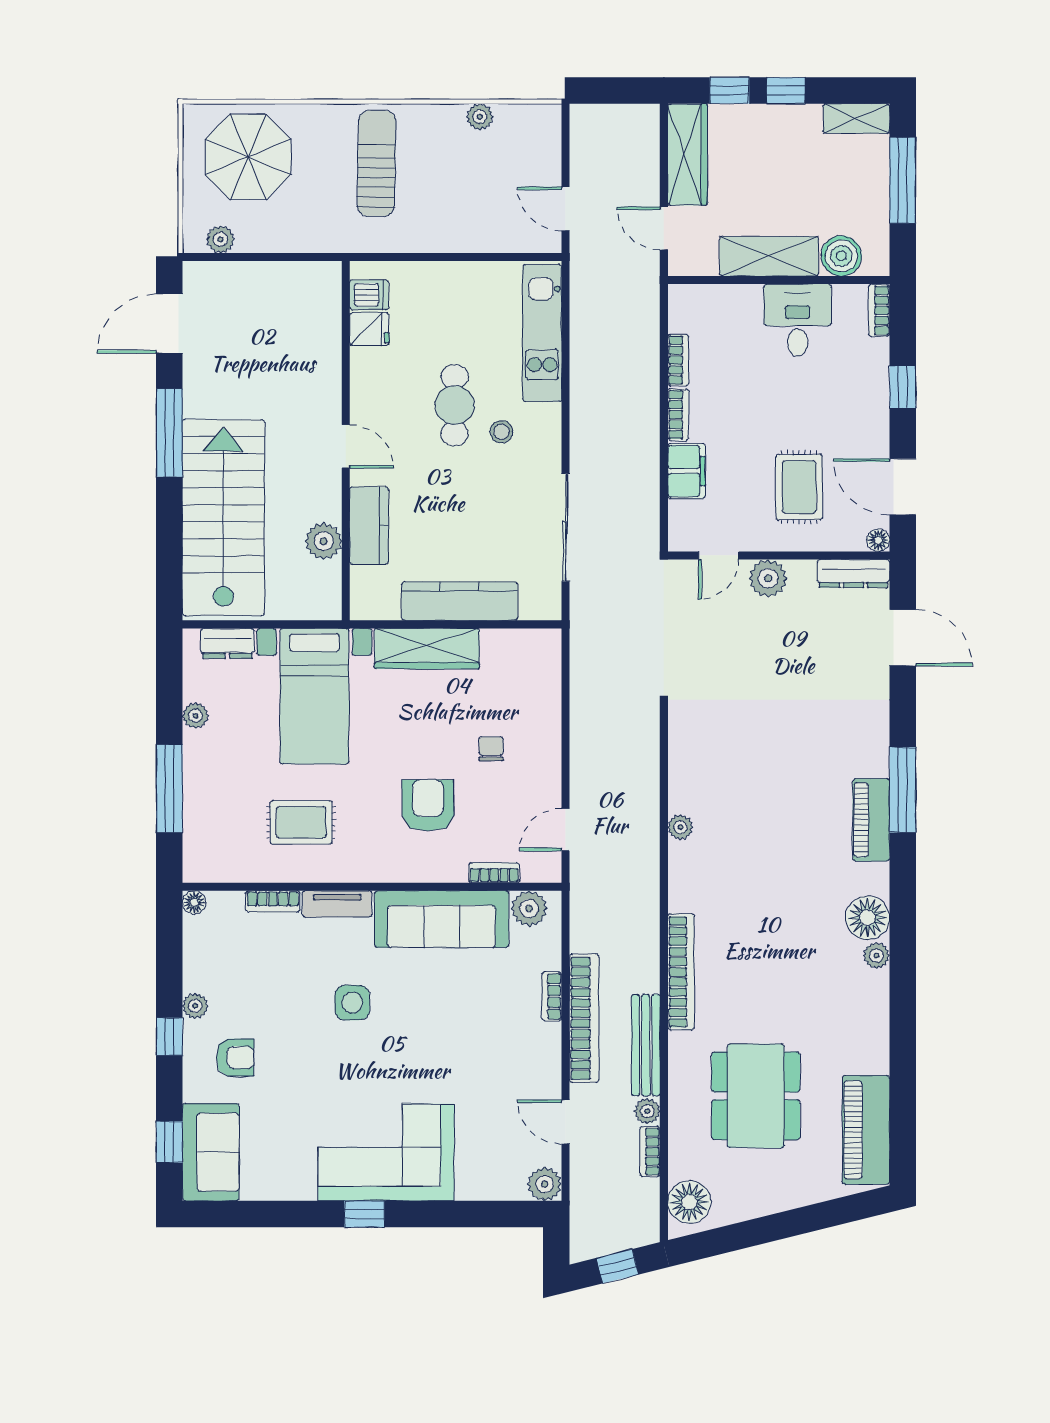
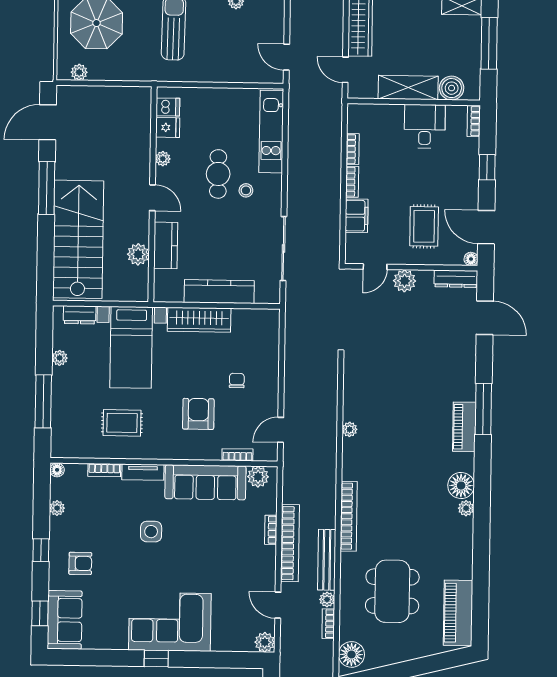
plant: (362, 381) -> (163, 159), added
plant: (195, 1006) -> (57, 508), moved

